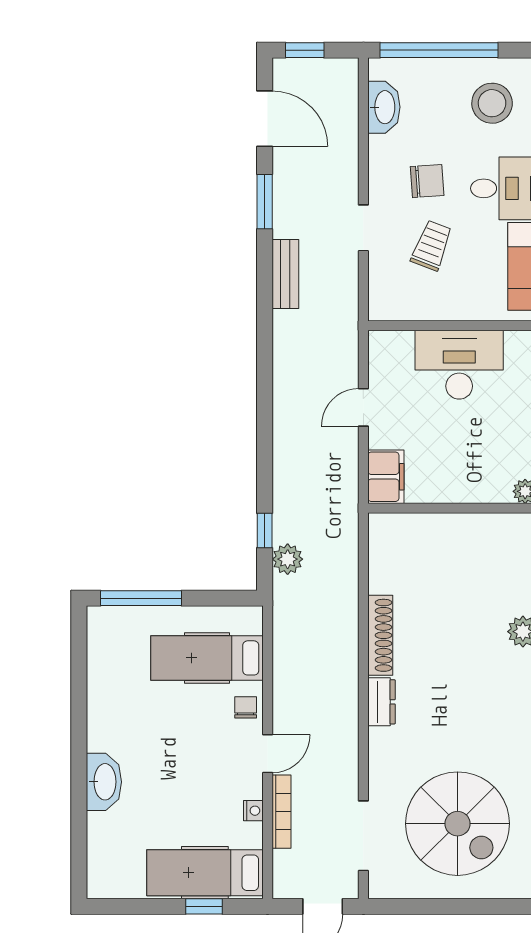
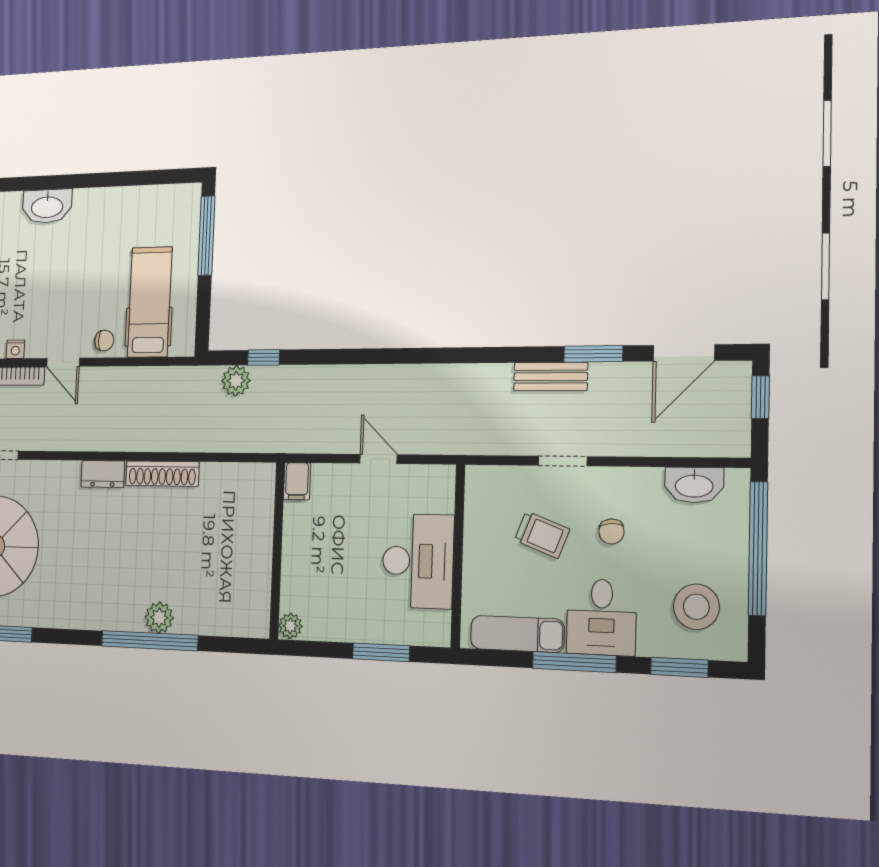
chair: (427, 181) -> (611, 532), width x0.73, depth x0.73
bench: (285, 274) -> (551, 377), moved
filing cabinet: (386, 477) -> (297, 481), width x0.50

